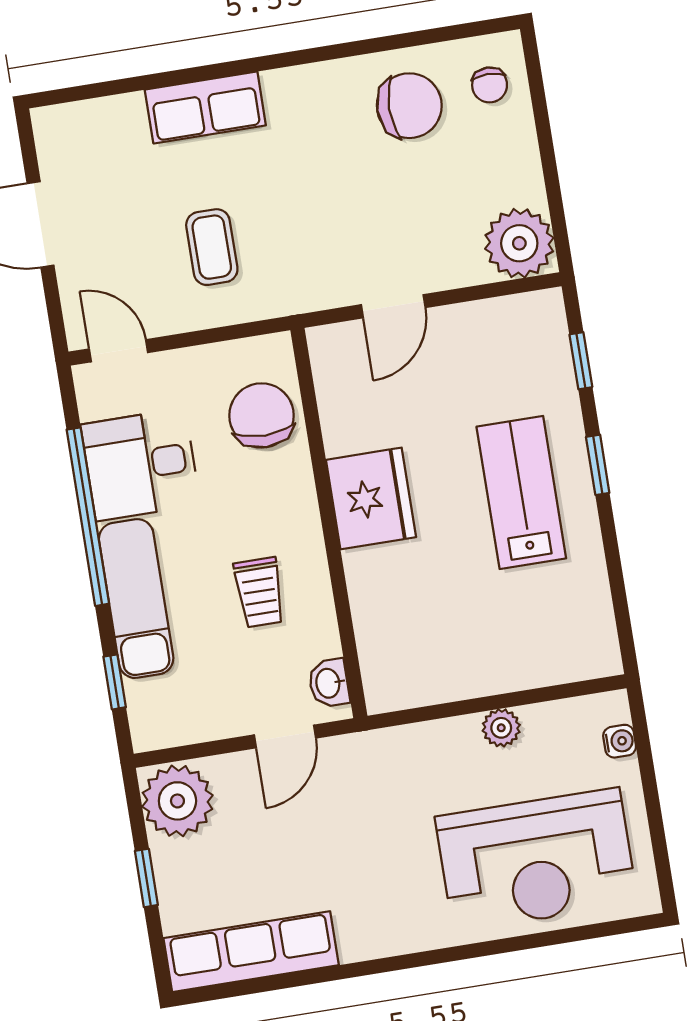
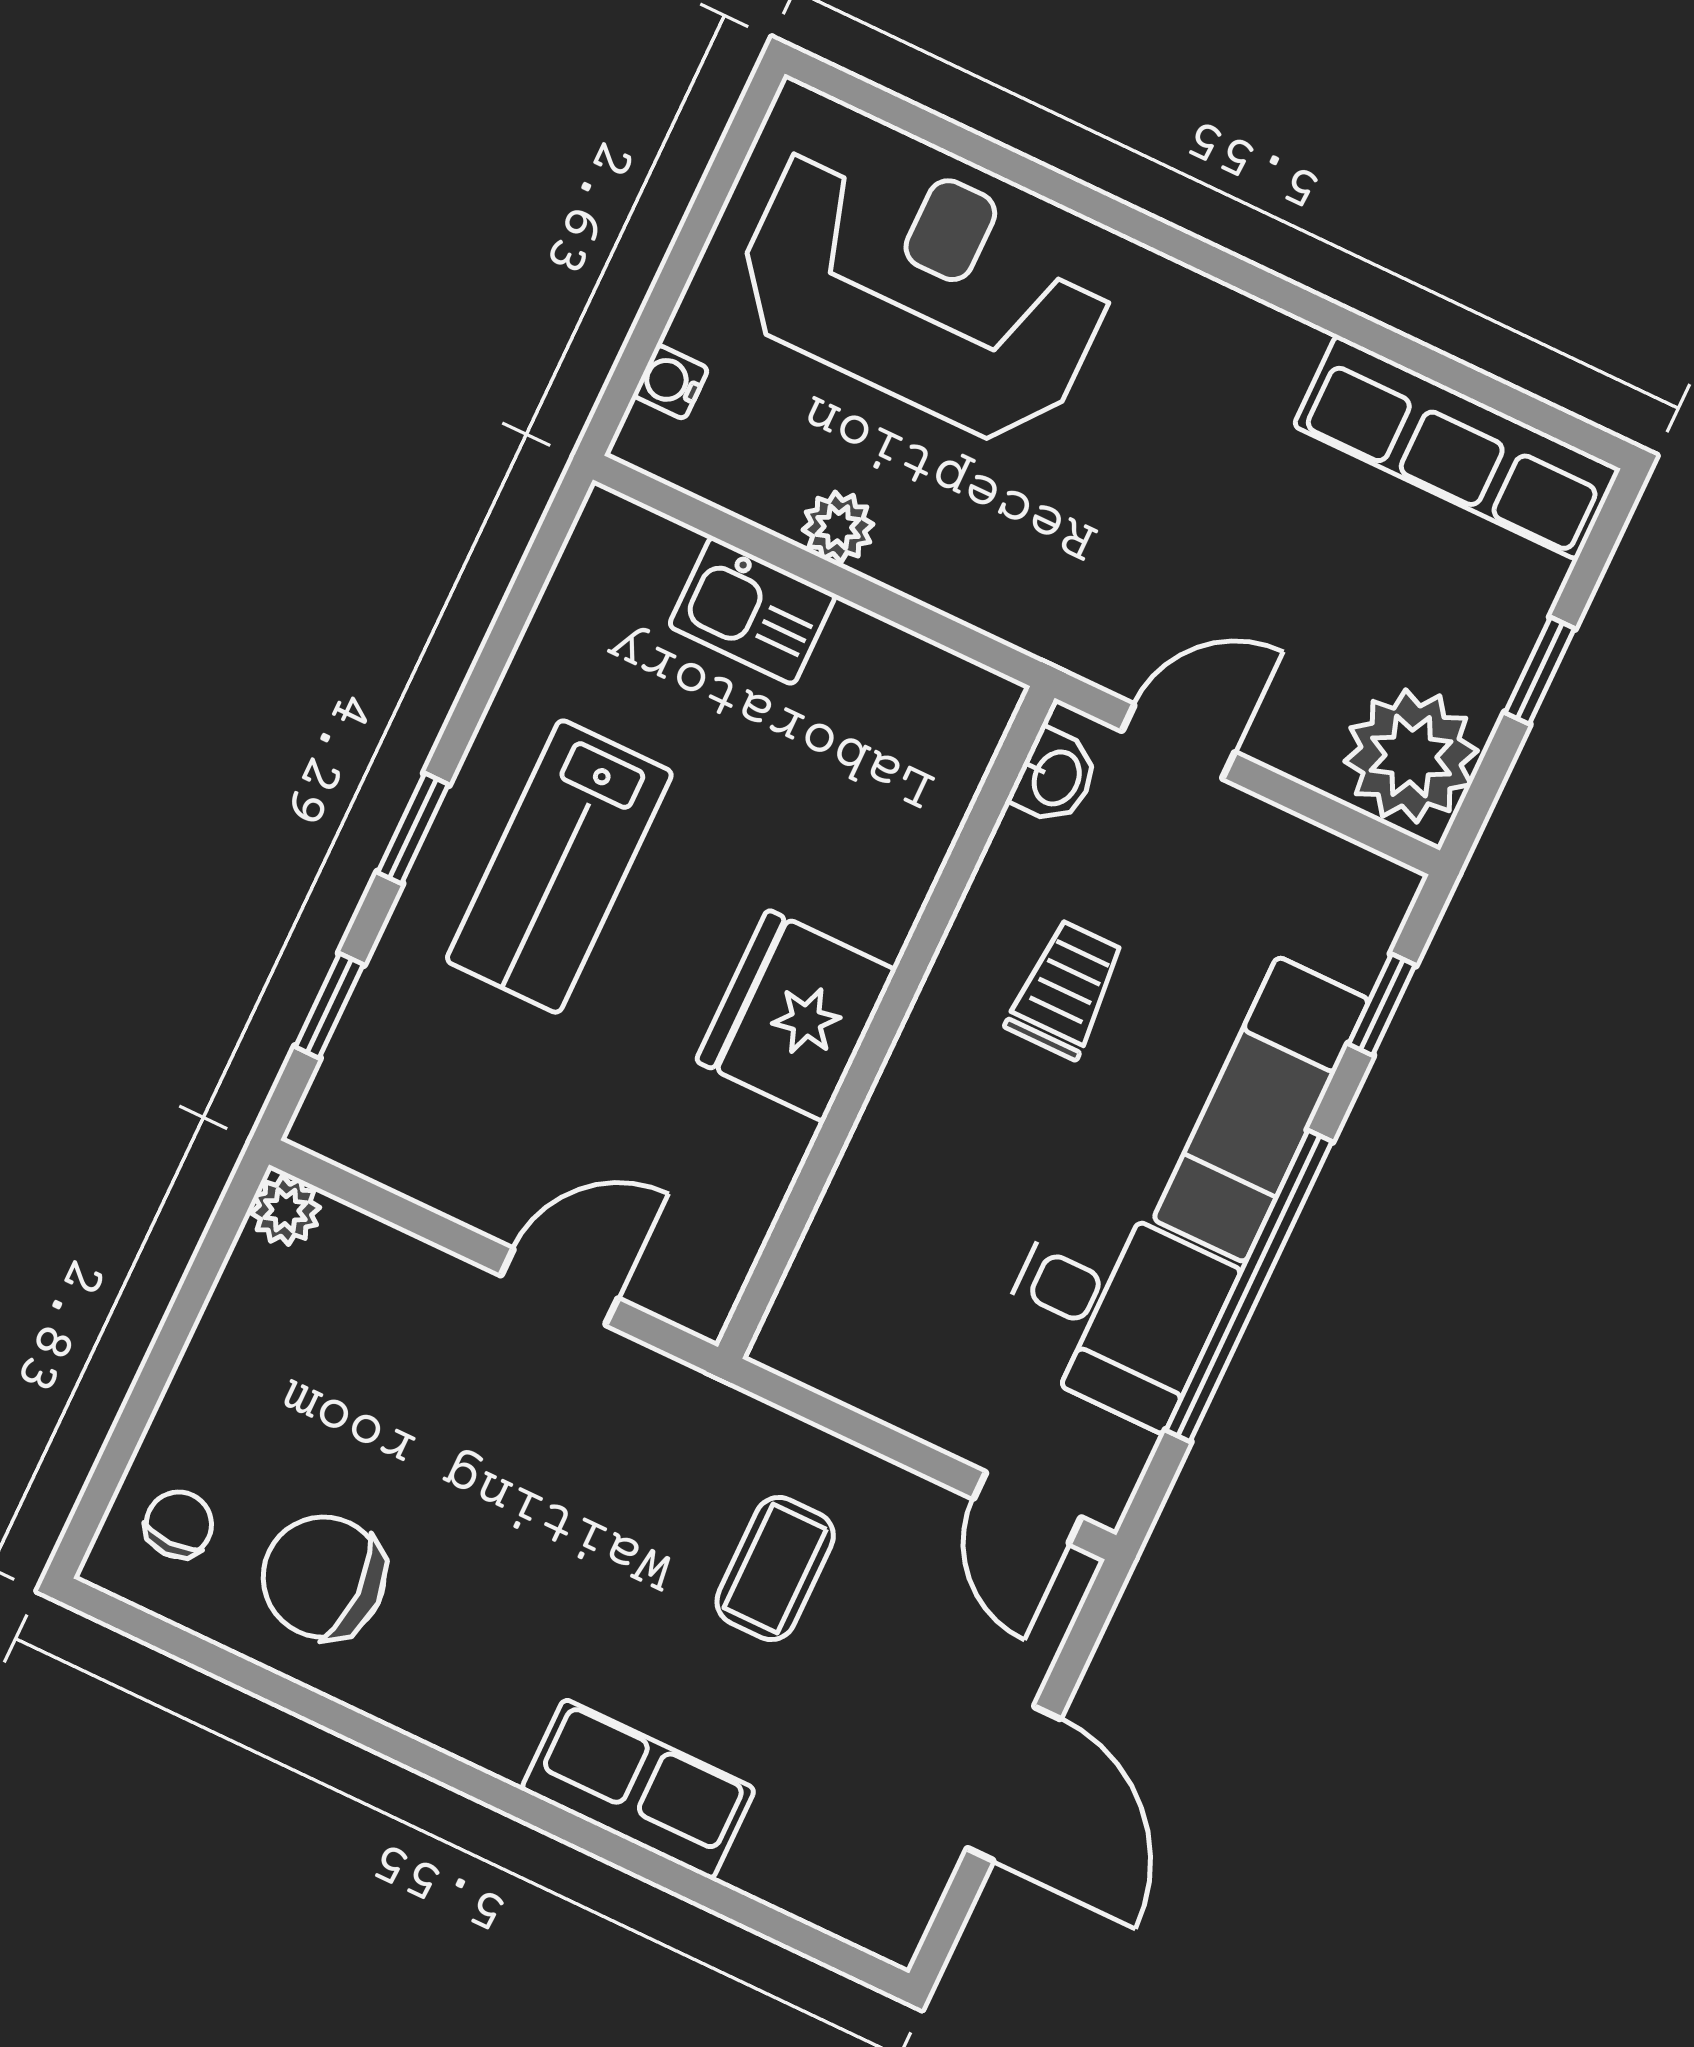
plant: (519, 243) -> (285, 1210), width x0.53, depth x0.53
chair: (262, 415) -> (876, 1258), removed
kitchen sink: (514, 665) -> (752, 610), added

